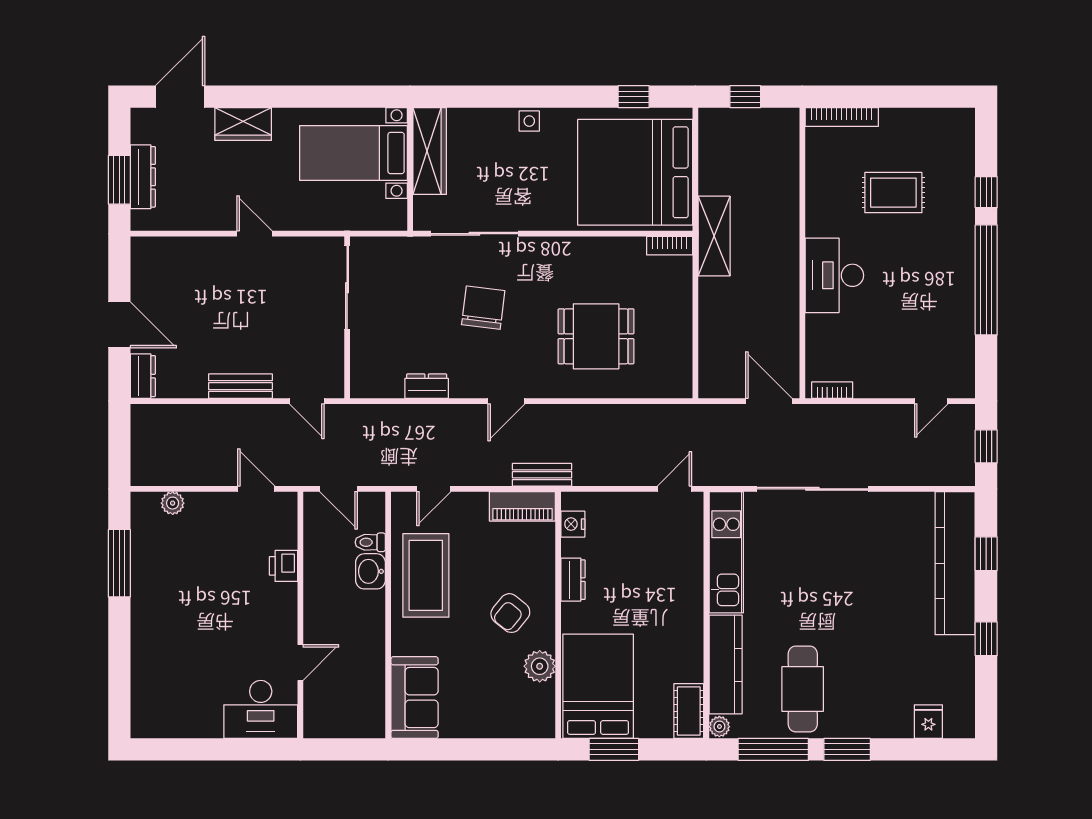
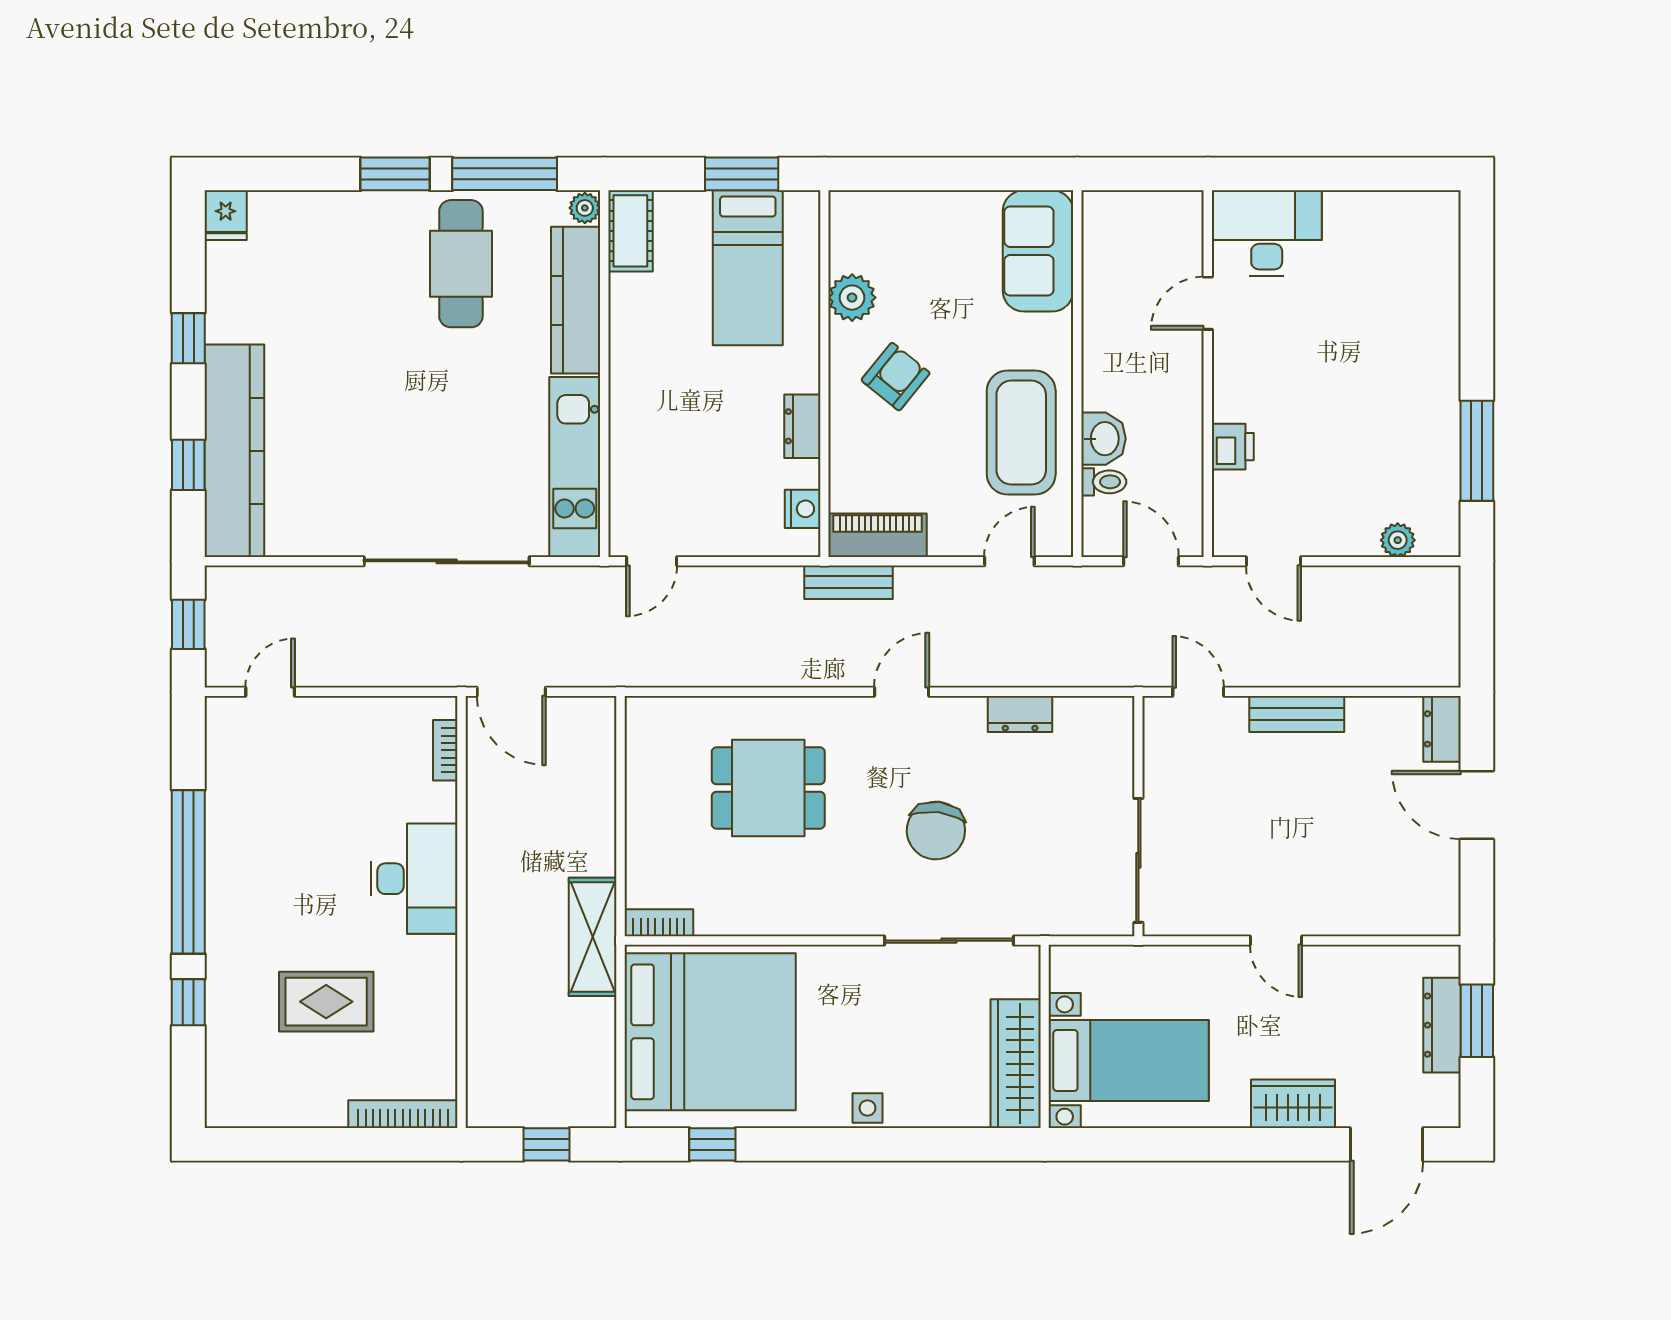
bookcase: (832, 390) -> (445, 750), moved, turned 90
bed: (598, 686) -> (748, 268), width x0.67
fridge: (928, 722) -> (226, 215), moved

